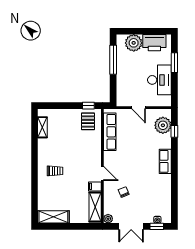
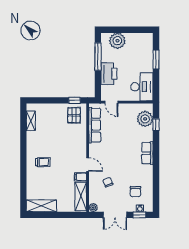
printer: (154, 43) -> (109, 74), moved, turned -90
desk: (159, 80) -> (142, 87), moved
door: (139, 108) -> (111, 102), moved
chair: (153, 202) -> (135, 192), added

